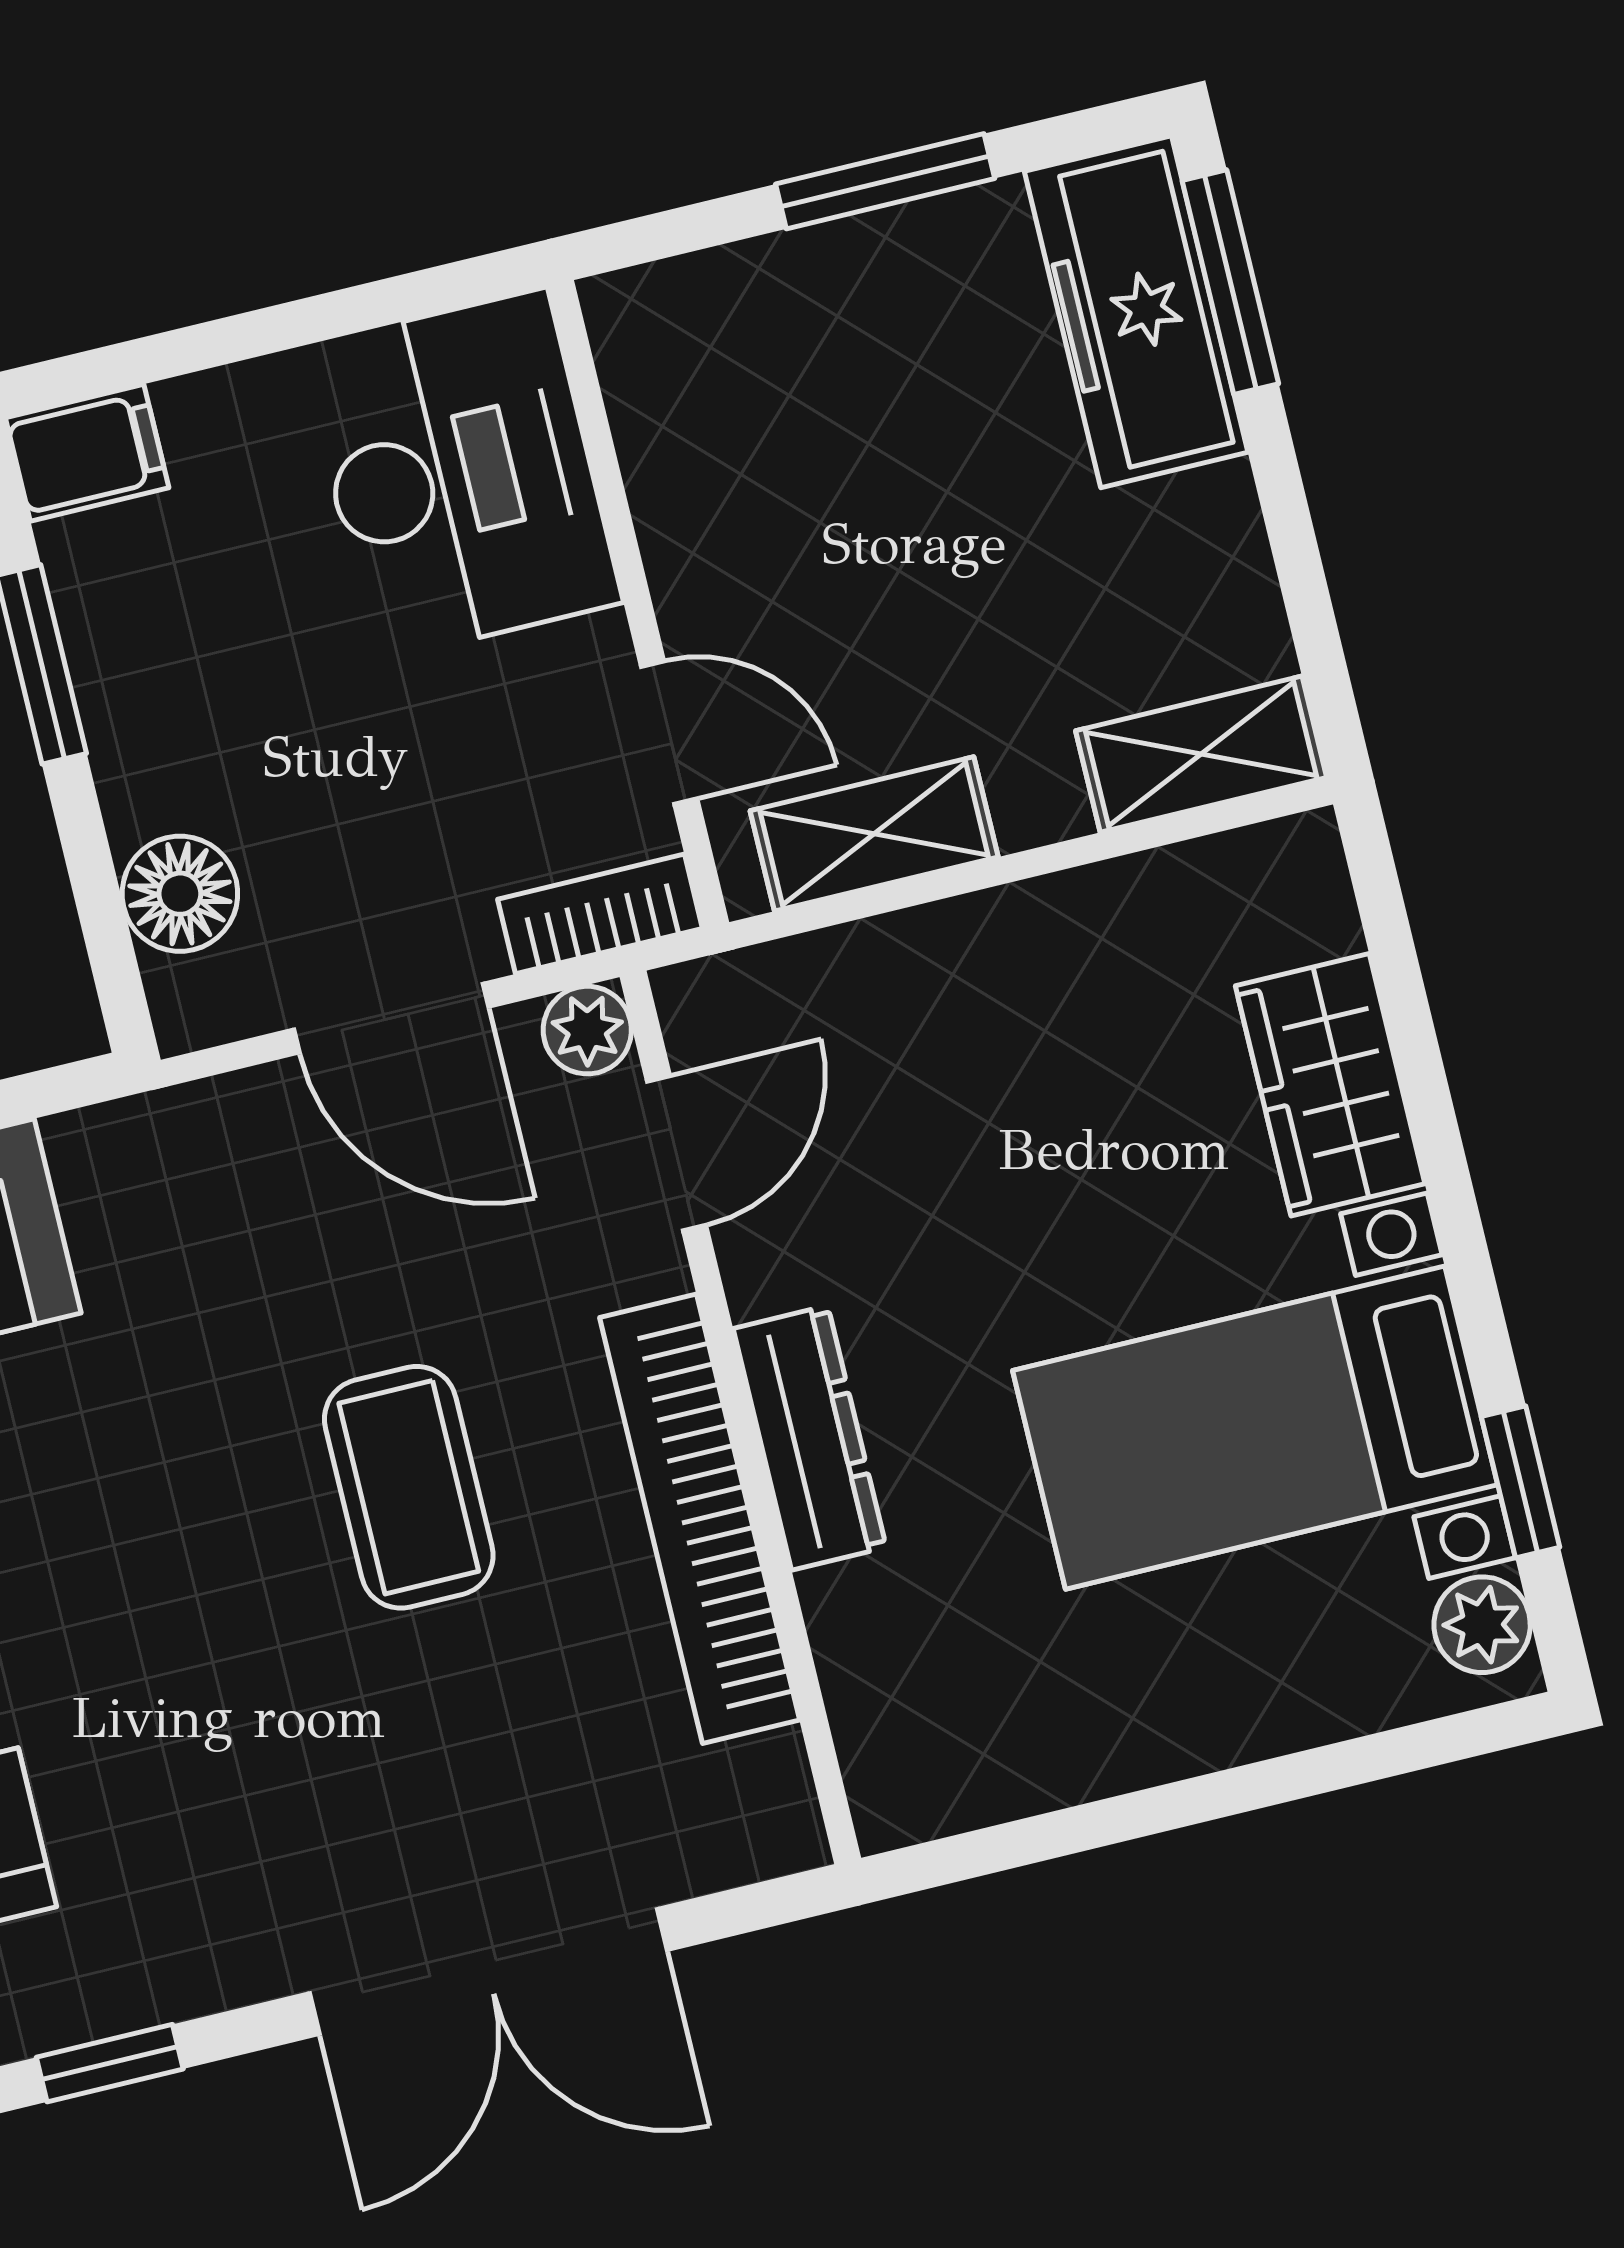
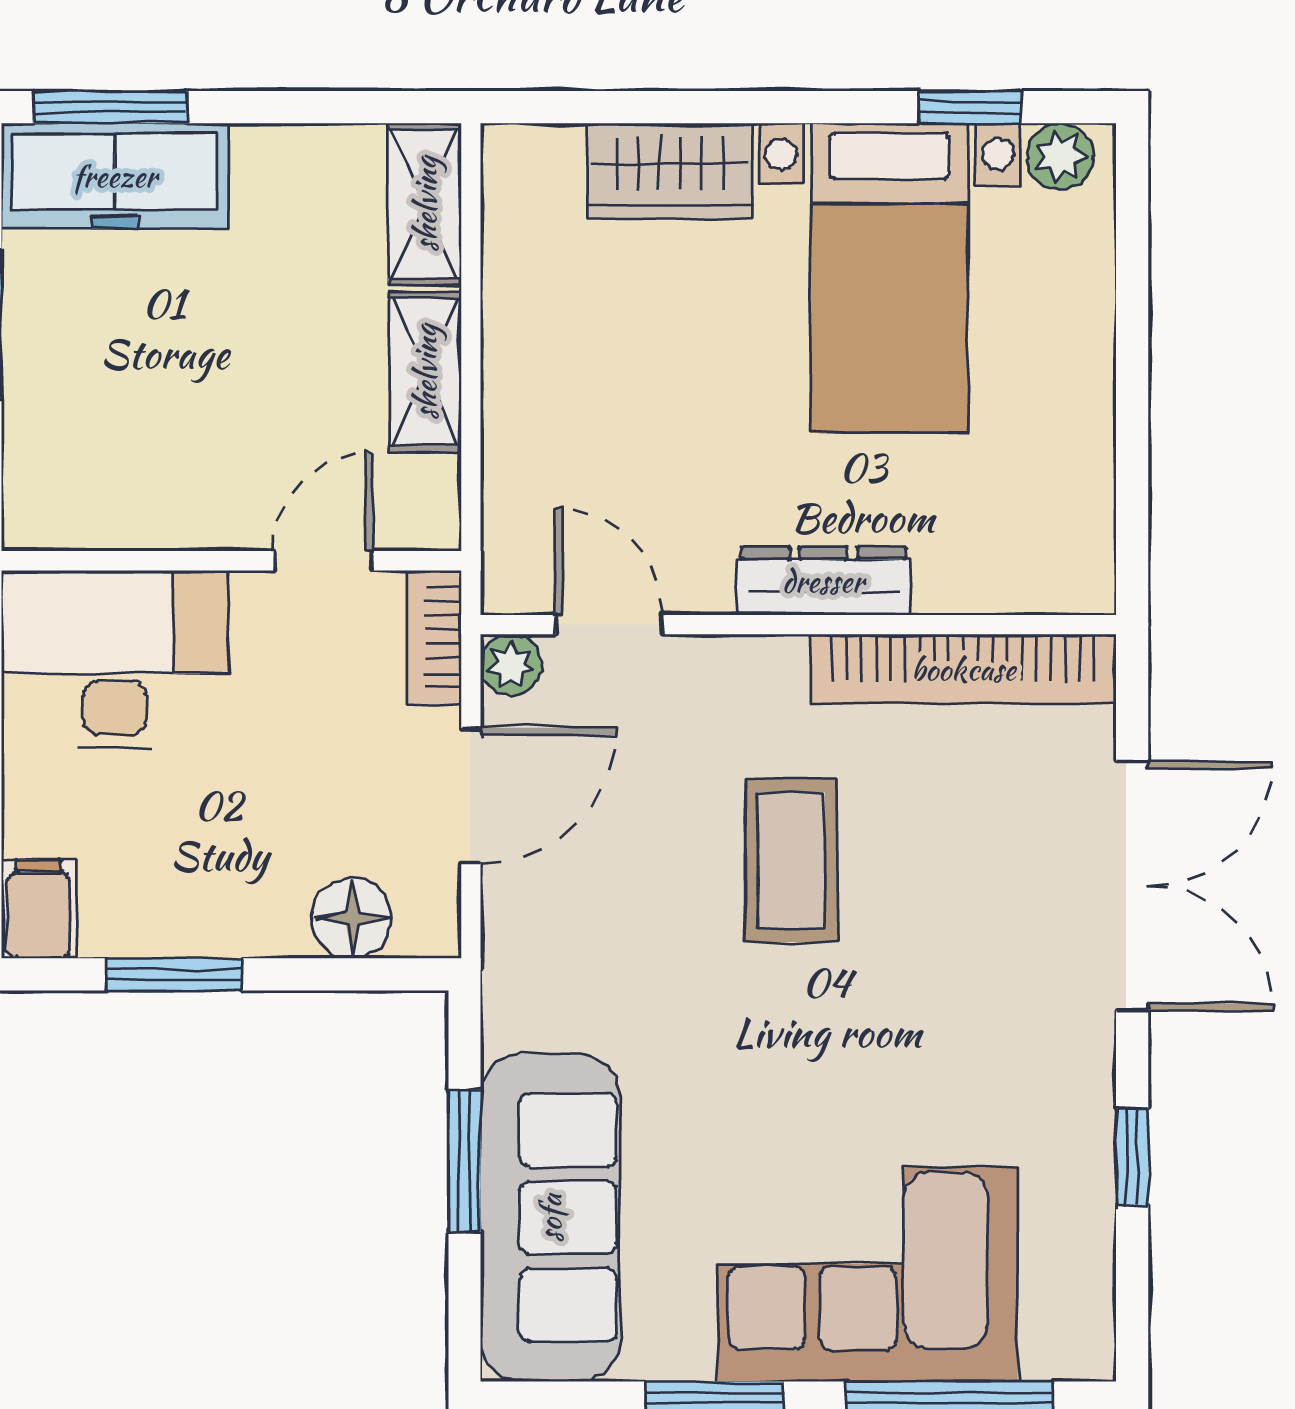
shelving: (874, 834) -> (425, 372), moved
coffee table: (409, 1487) -> (791, 861), turned 90
bookcase: (700, 1519) -> (963, 669), moved

